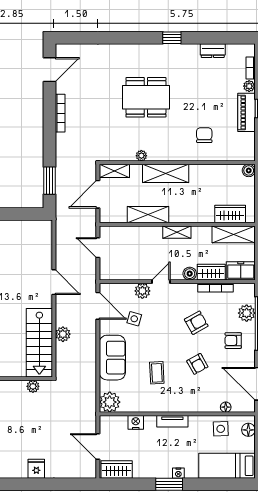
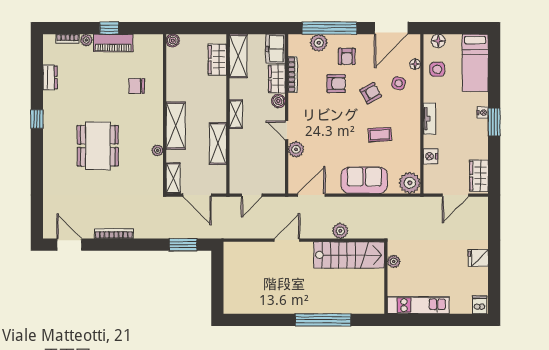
side table: (134, 319) -> (399, 83), moved
armchair: (196, 323) -> (336, 84), moved, turned 119

